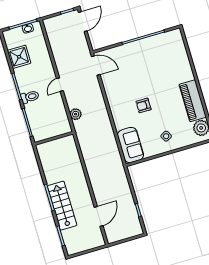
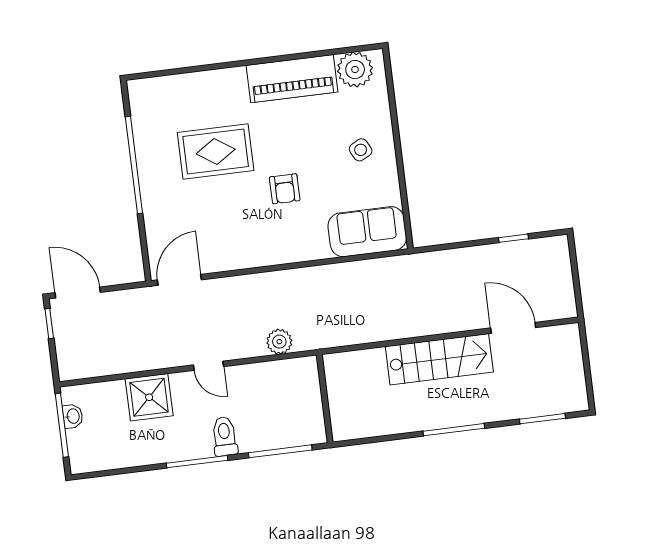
shower: (19, 57) -> (149, 397), moved
rug: (155, 72) -> (216, 152), added
stairs: (62, 206) -> (439, 359), moved, turned 180

